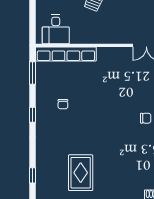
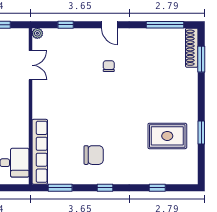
chair: (63, 104) -> (94, 155), width x1.87, depth x1.87
window: (33, 175) -> (157, 188), moved

